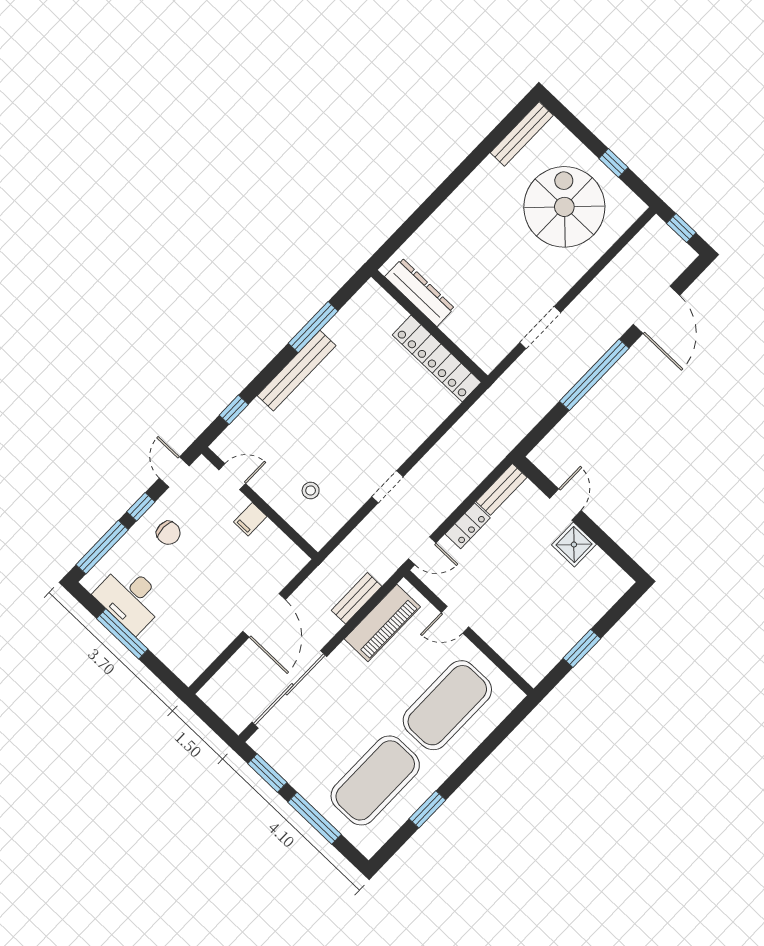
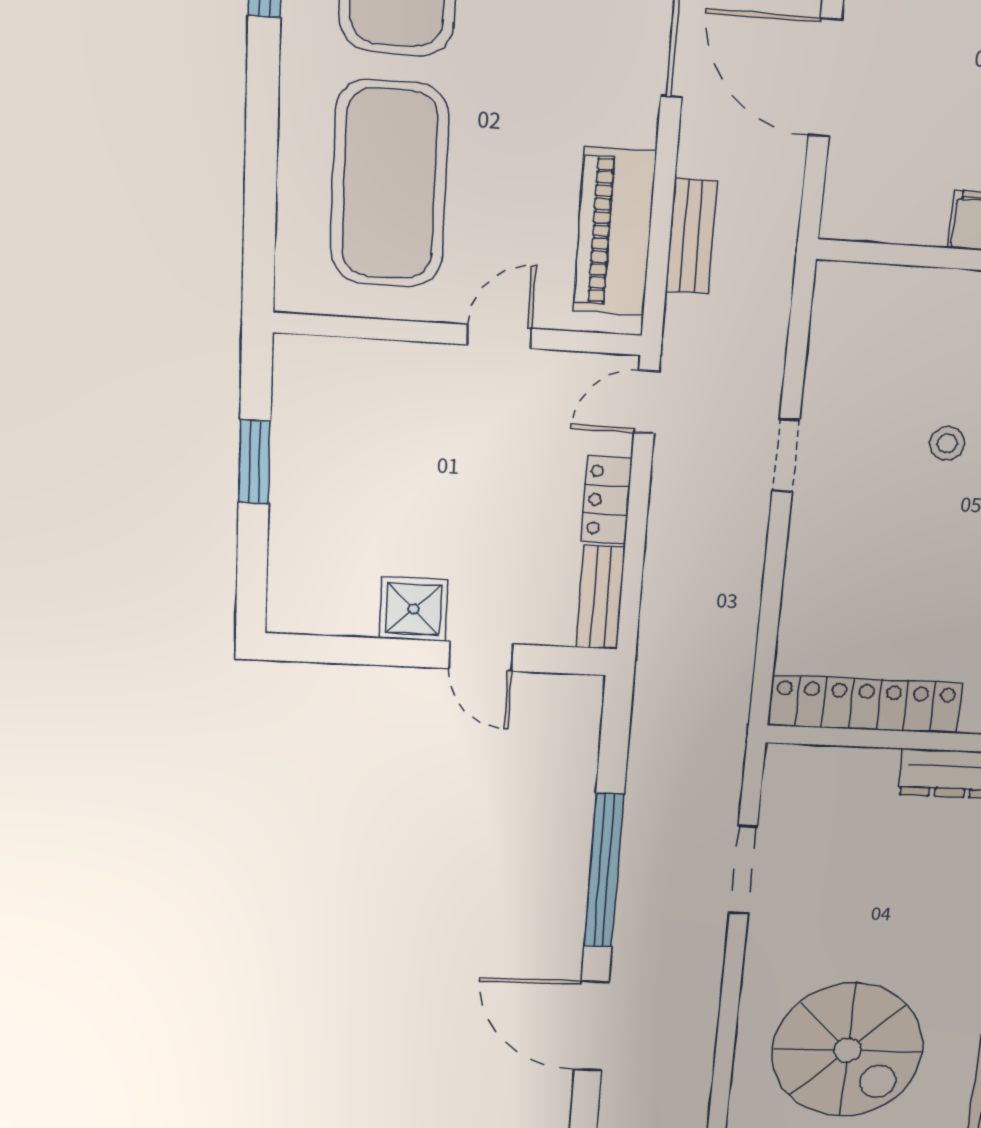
stool: (311, 490) -> (947, 443), moved

